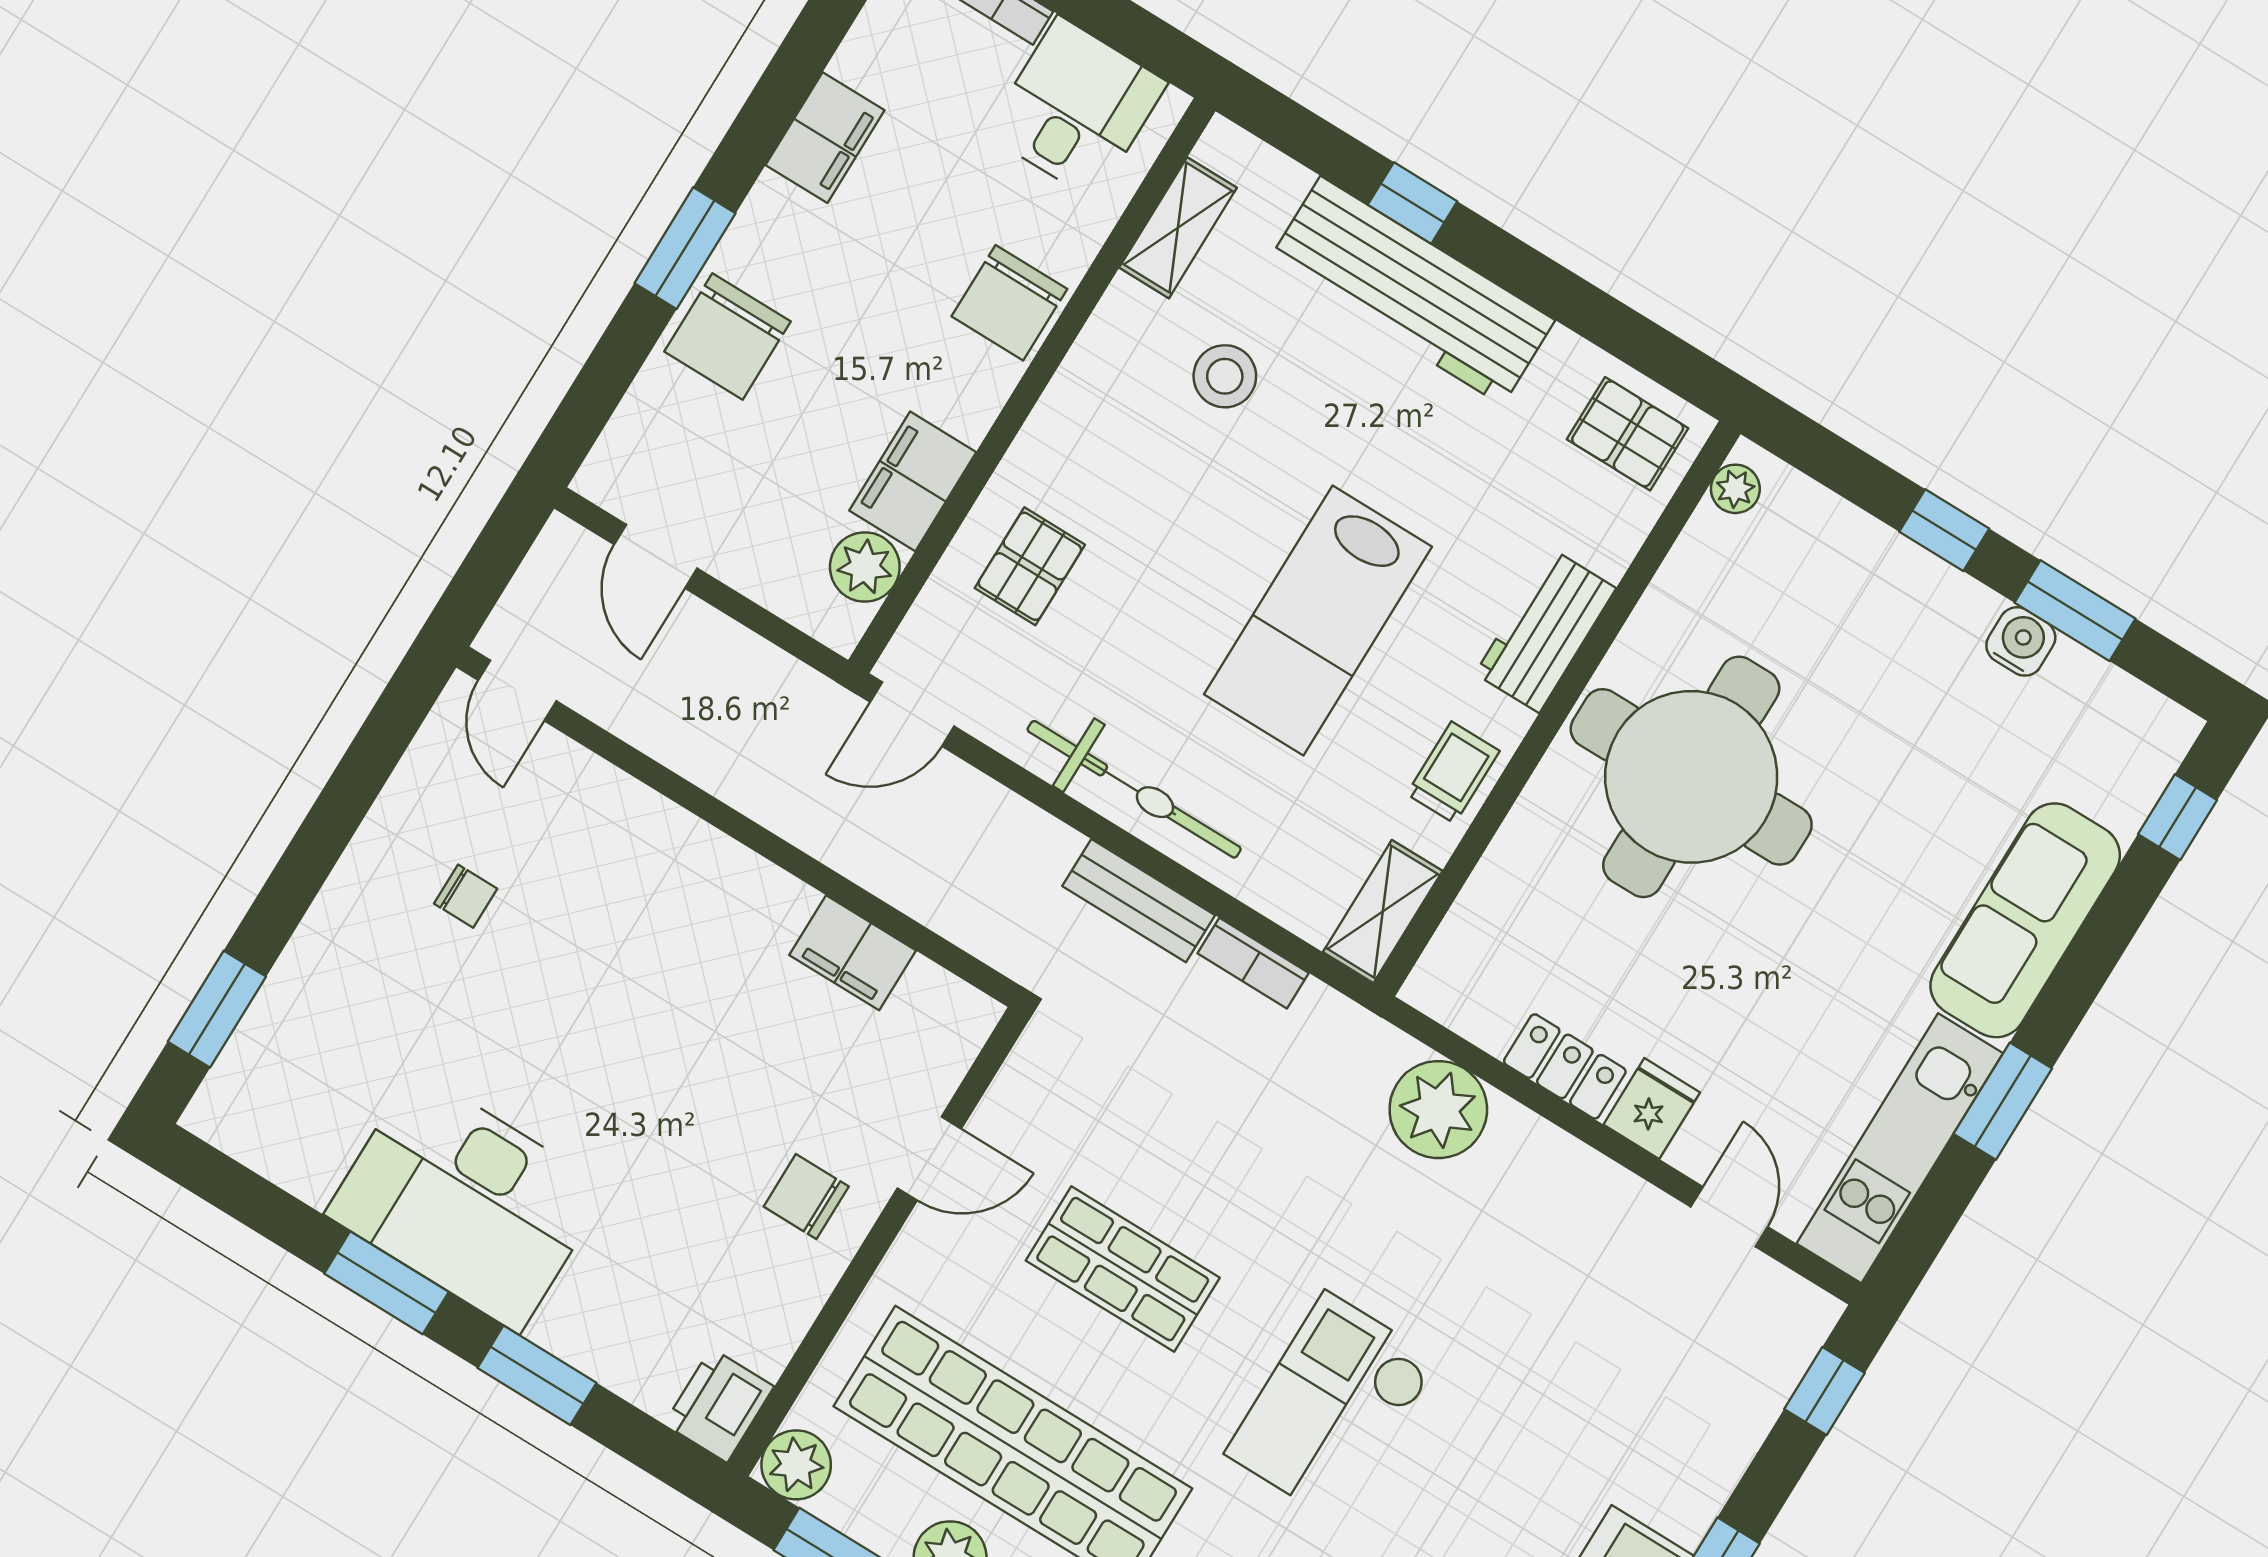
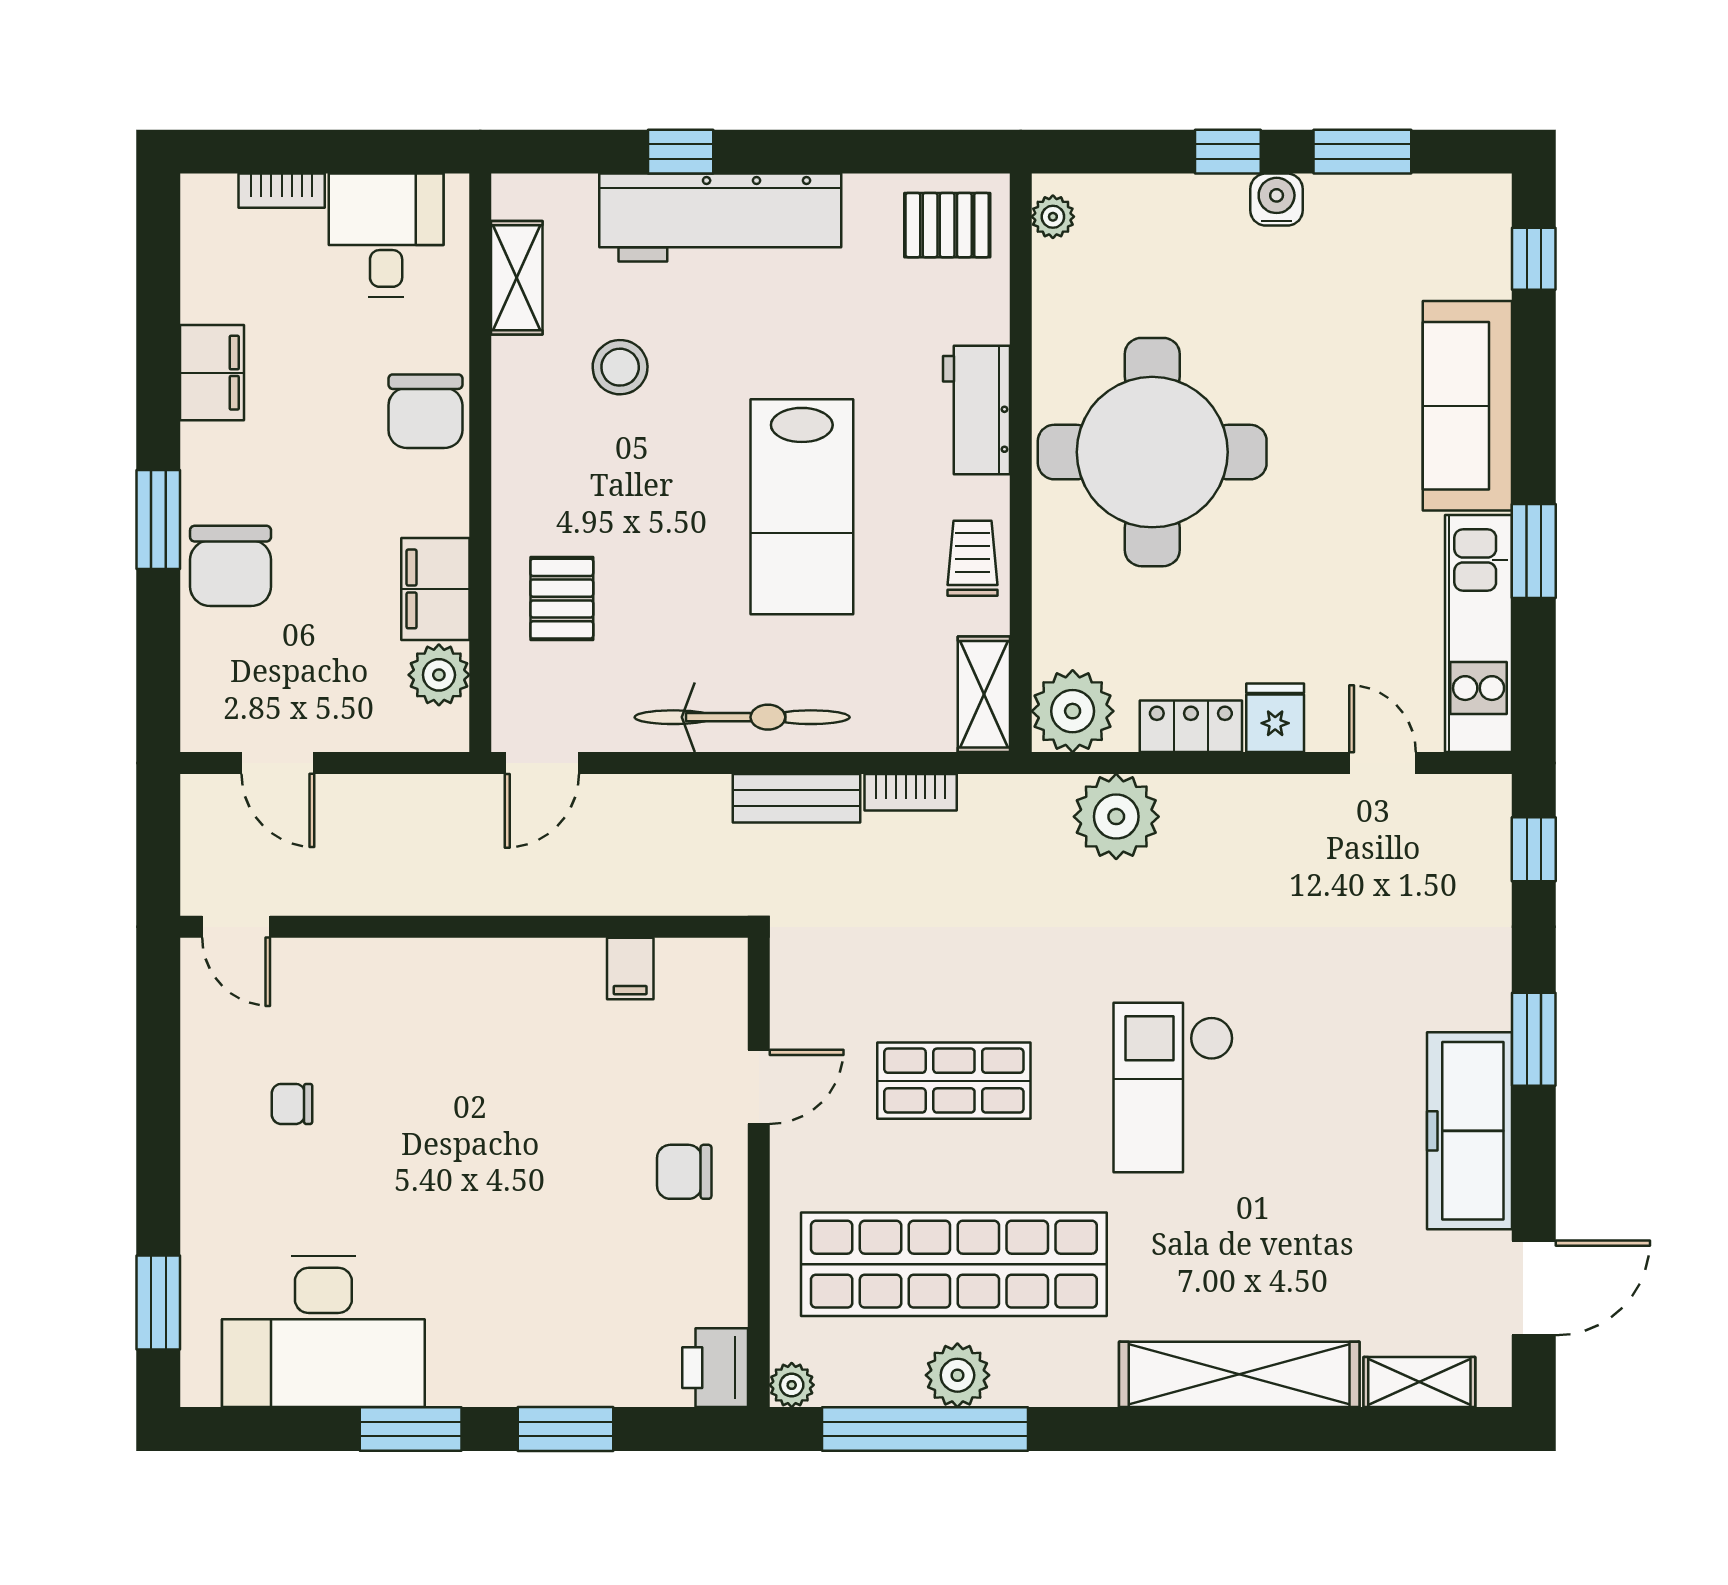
water cooler: (2021, 641) -> (1277, 200), moved
chair: (466, 896) -> (292, 1104), turned 180
filing cabinet: (853, 953) -> (630, 969), width x0.50
plant: (1459, 981) -> (1073, 711), added
desk: (467, 1201) -> (323, 1331), moved
plant: (796, 1465) -> (792, 1385), width x0.73, depth x0.73

